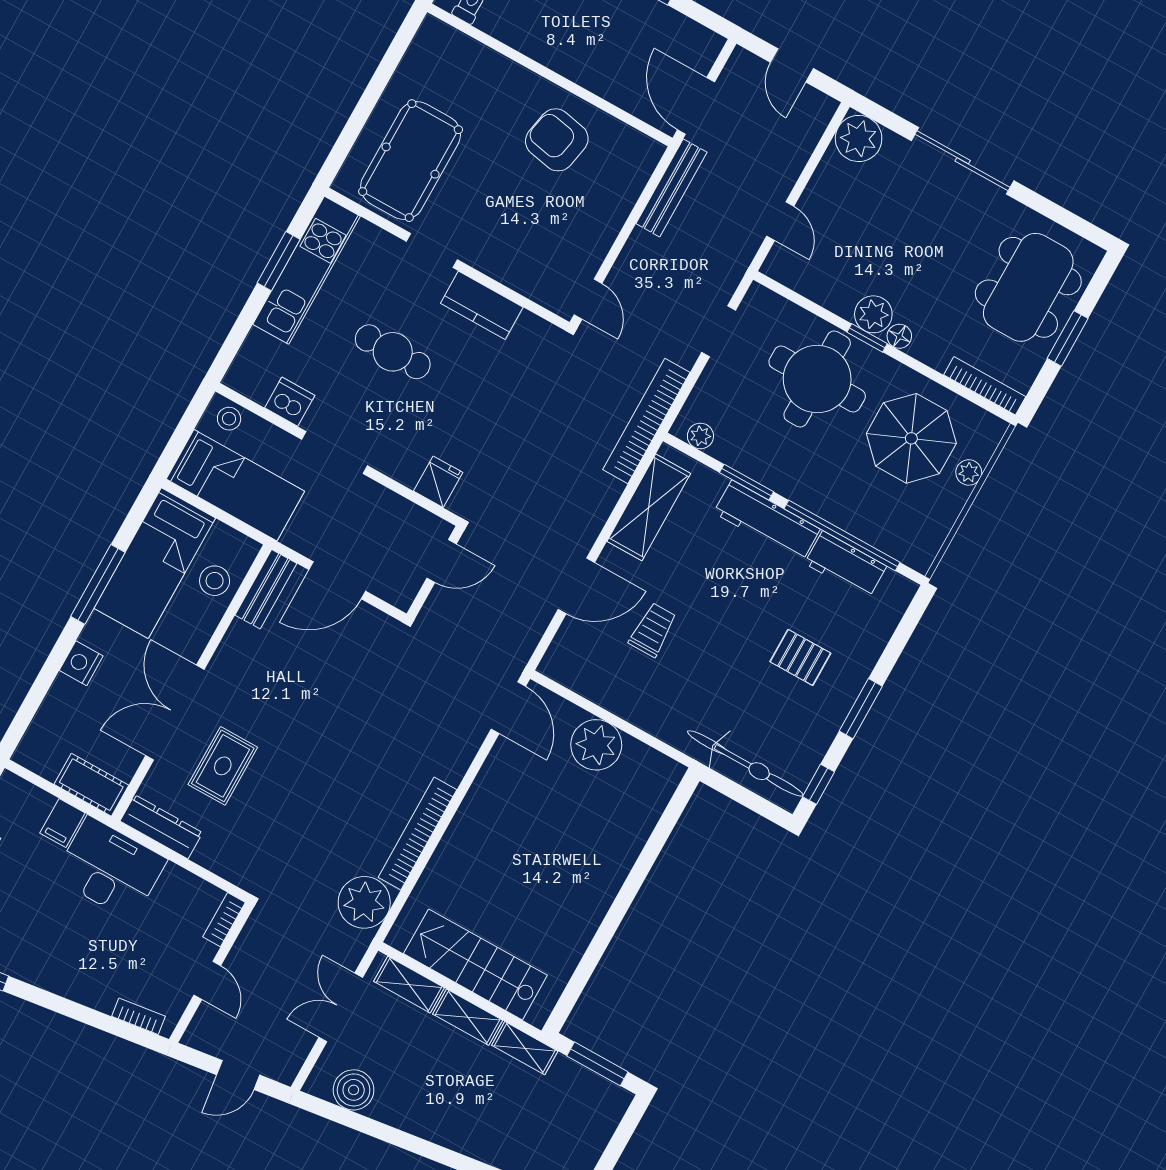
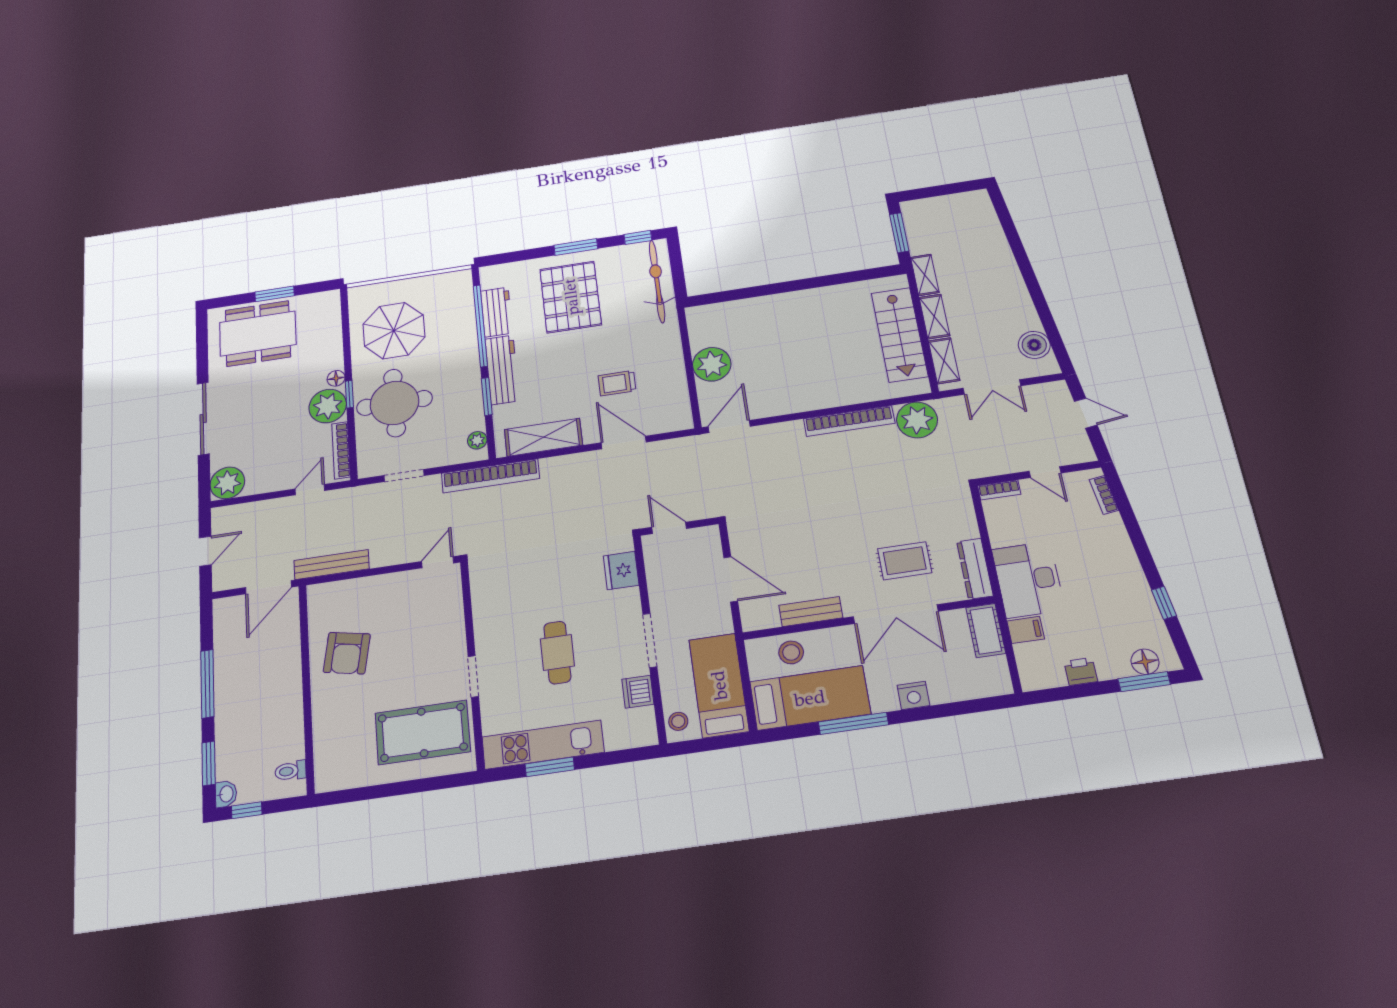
kitchen counter: (482, 305) -> (487, 621), removed
plant: (873, 314) -> (328, 406), width x1.36, depth x1.36
bookcase: (985, 386) -> (341, 450), moved
plant: (969, 472) -> (392, 289), removed
fridge: (438, 482) -> (621, 570), width x1.38
bench: (266, 589) -> (811, 612), moved
pallet: (800, 657) -> (571, 297), width x2.05, depth x2.00
door: (207, 980) -> (1045, 472), swing flipped

